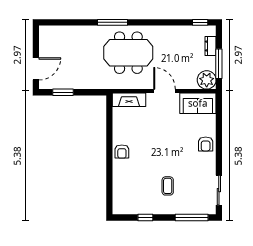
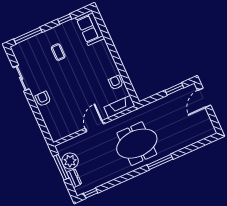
plant: (207, 80) -> (70, 161), moved
door: (165, 91) -> (94, 126), swing flipped
sofa: (198, 103) -> (90, 28), moved, turned -90
armchair: (122, 151) -> (116, 83), moved
sliding door: (219, 190) -> (21, 78), moved

